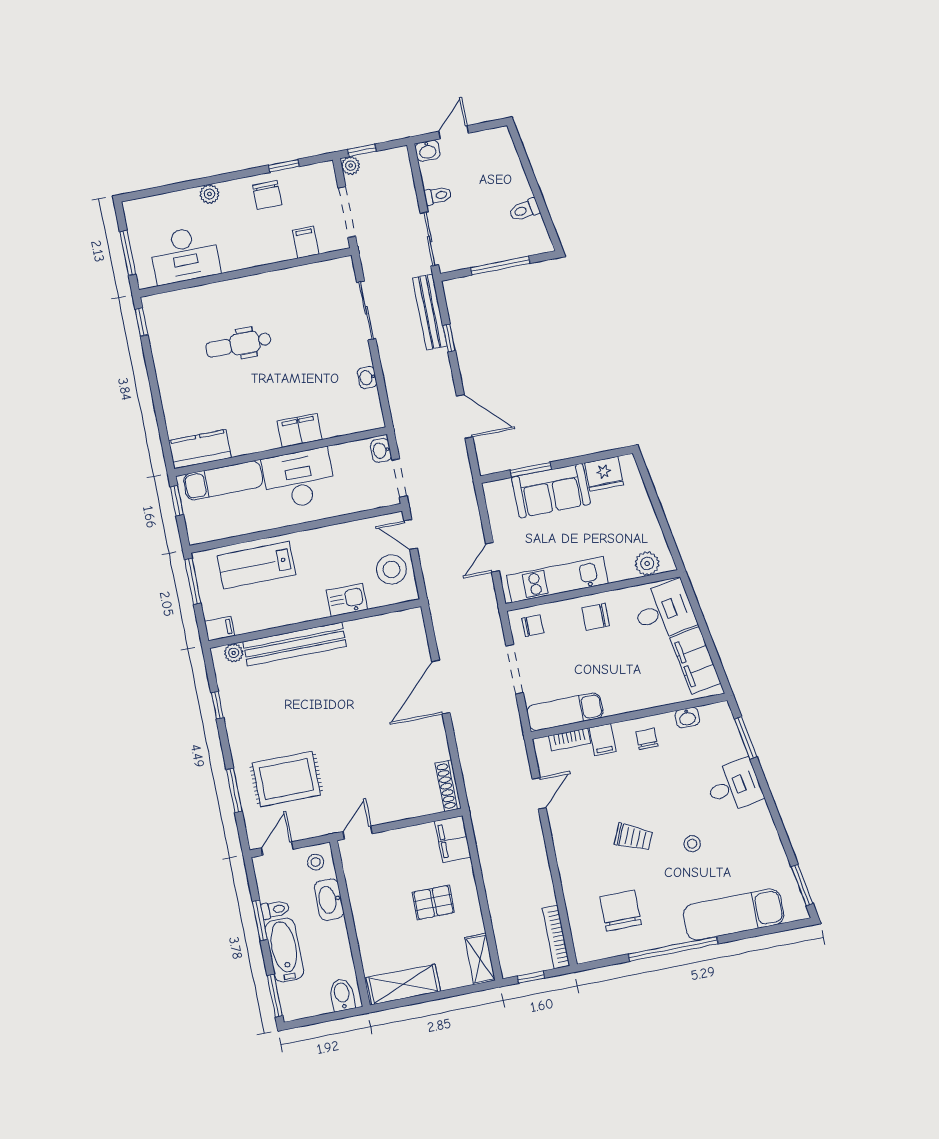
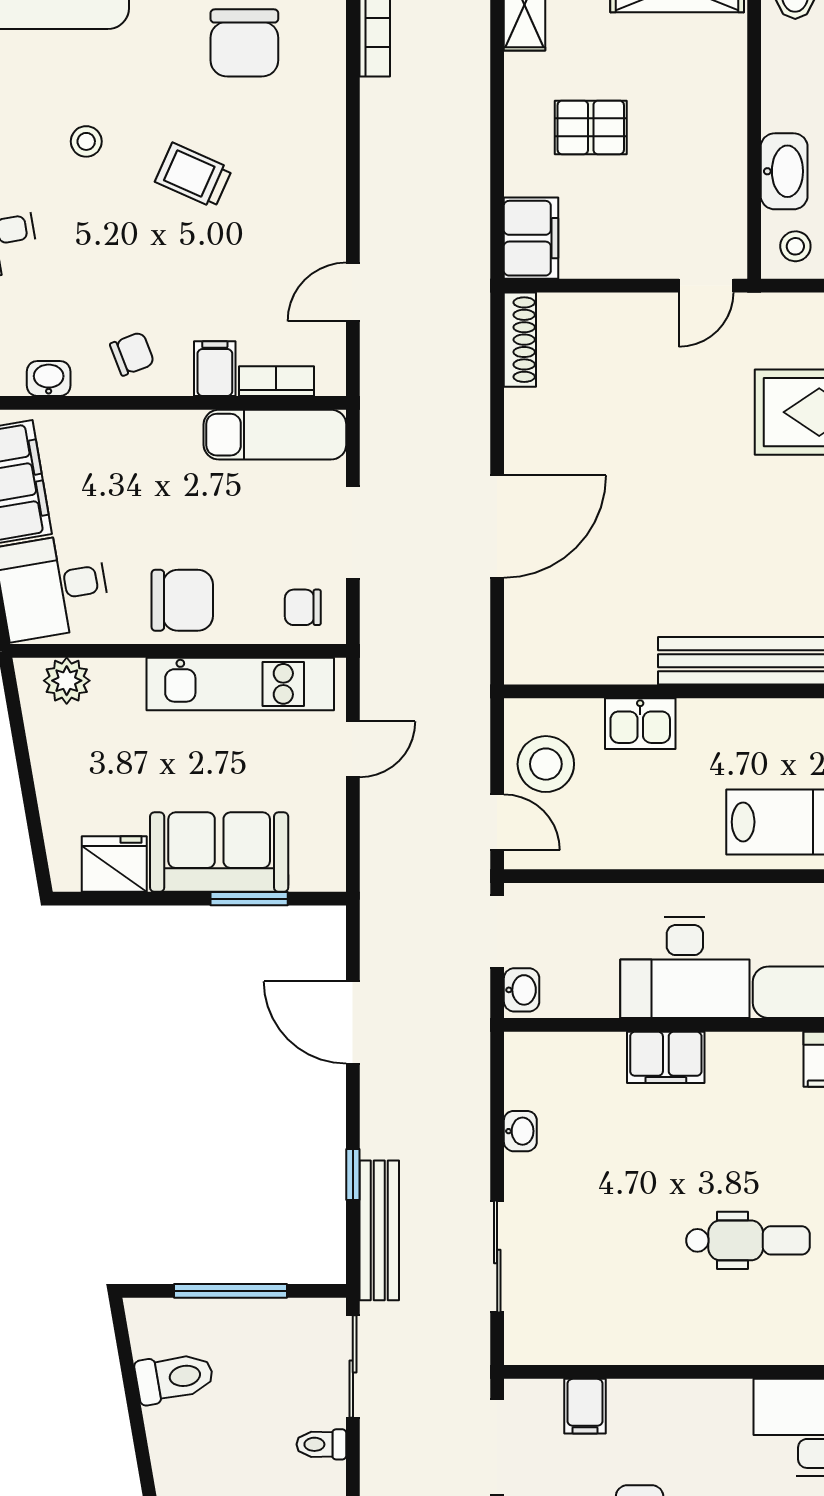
toilet: (524, 210) -> (174, 1378), width x1.37, depth x1.39
chair: (596, 617) -> (182, 600), width x1.37, depth x1.37
chair: (647, 739) -> (132, 354), turned -111

